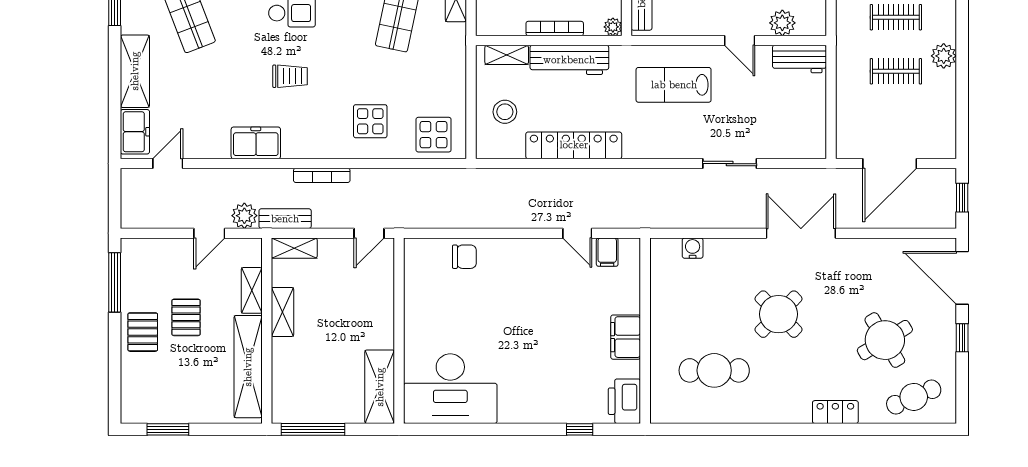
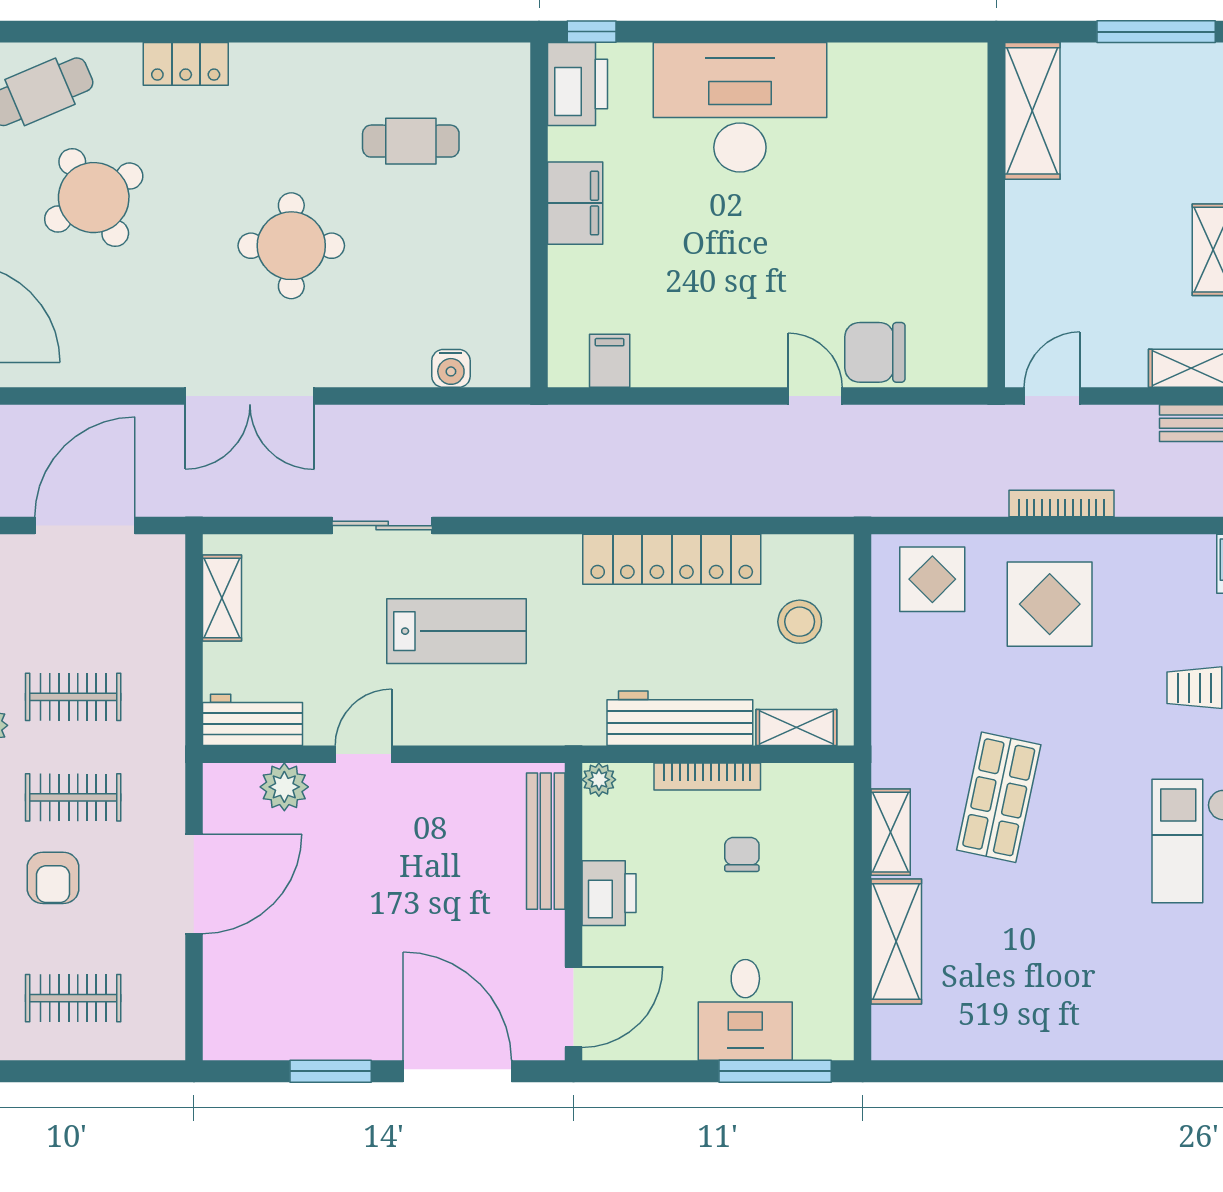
door: (740, 40) -> (364, 754), hinge flipped
lab bench: (674, 85) -> (456, 631), moved
display table: (370, 121) -> (1050, 604), width x1.36, depth x1.36
shelving: (816, 124) -> (222, 598), added
bookcase: (322, 175) -> (1061, 503), moved
door: (577, 233) -> (815, 396), moved
chair: (464, 257) -> (875, 352), width x1.37, depth x1.37
round table: (779, 314) -> (291, 246), turned 45
cafe table: (714, 370) -> (411, 141), width x0.73, depth x0.74
desk: (450, 389) -> (740, 107), moved
window: (580, 429) -> (592, 32), moved

